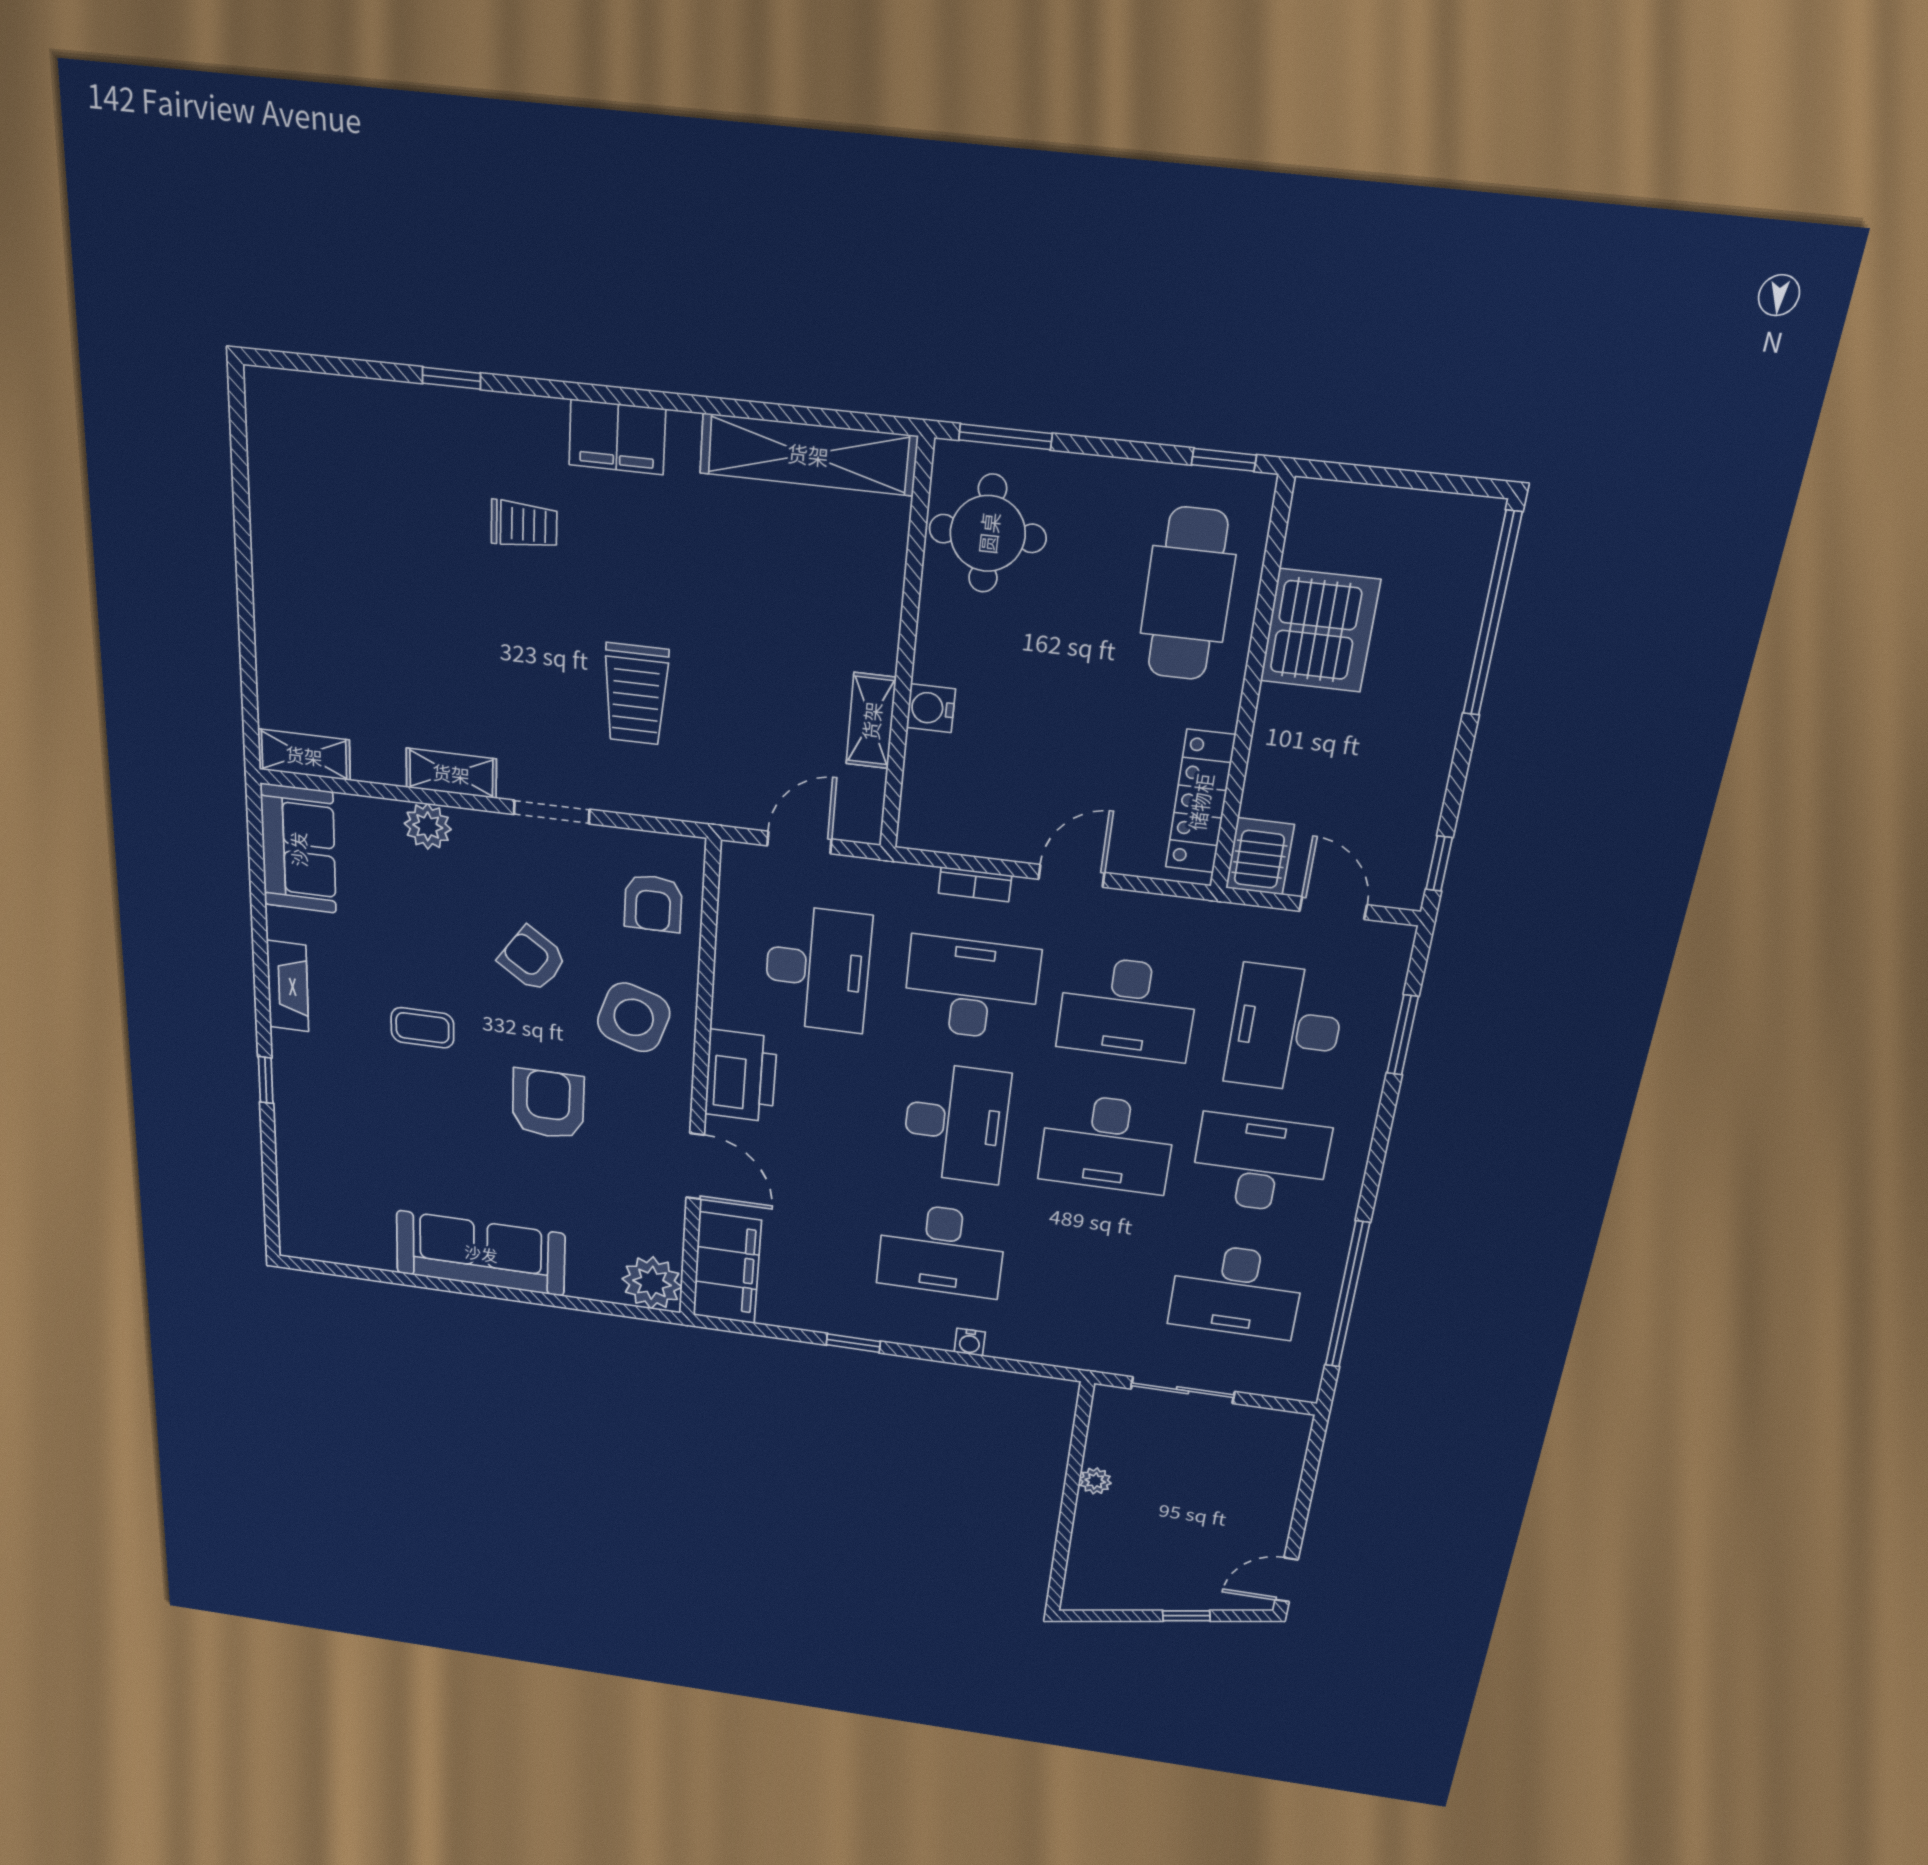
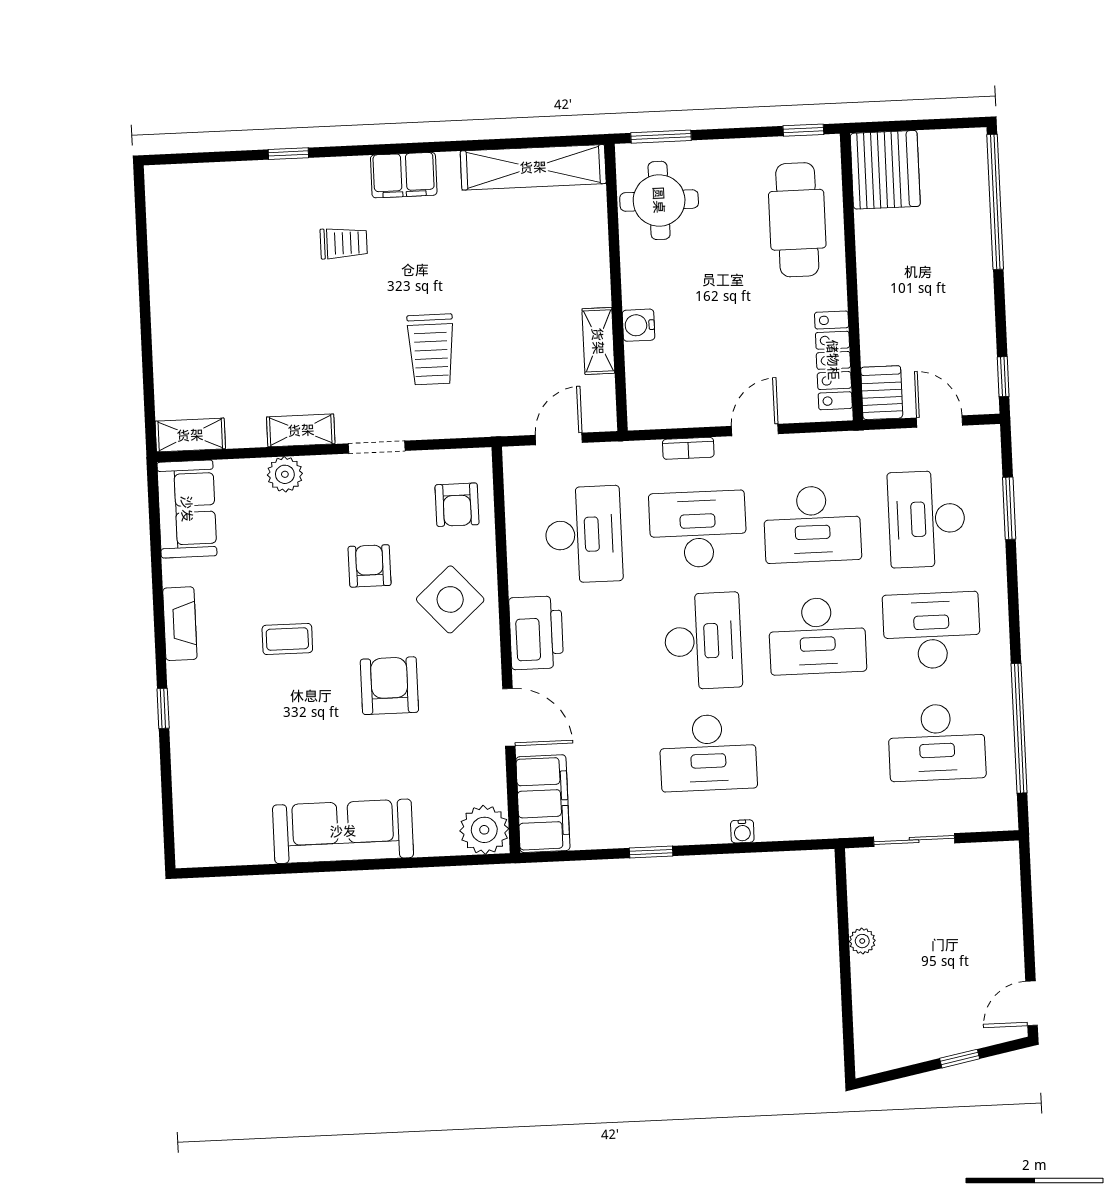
server rack: (1320, 631) -> (885, 170), moved
armchair: (532, 959) -> (370, 566), turned 55
side table: (634, 1017) -> (450, 599), turned 30

